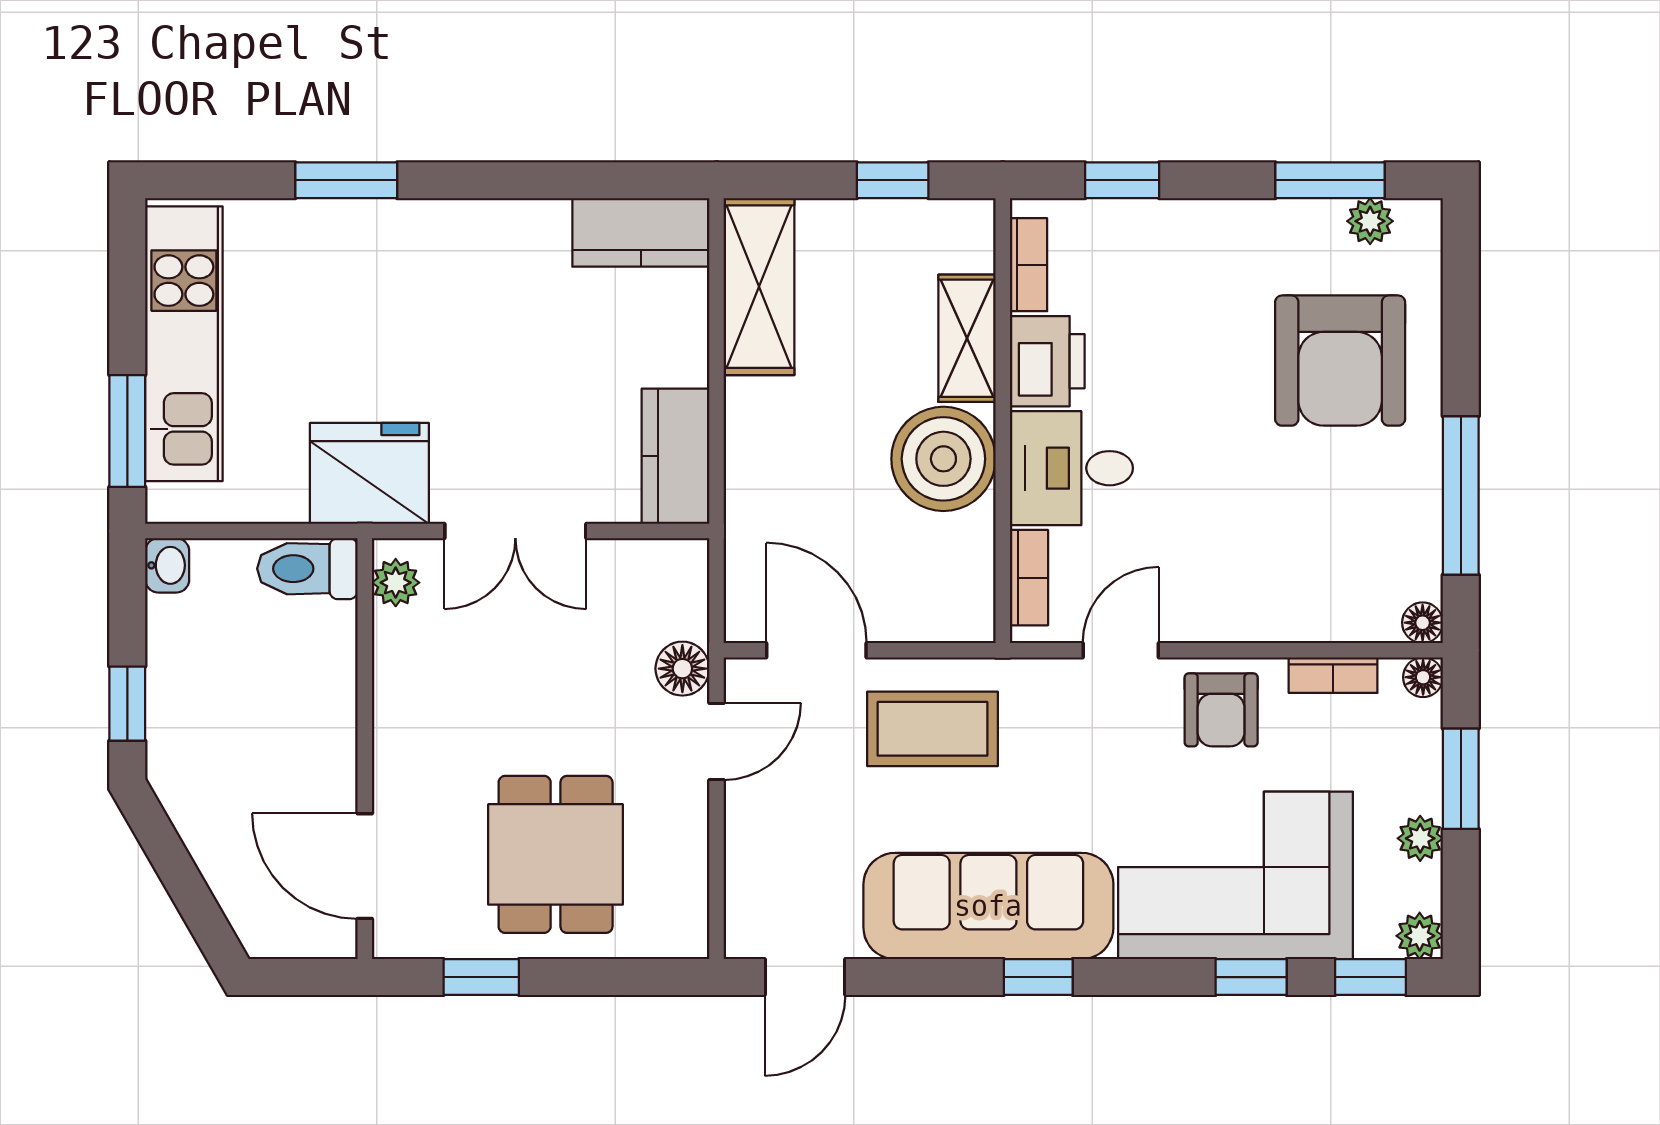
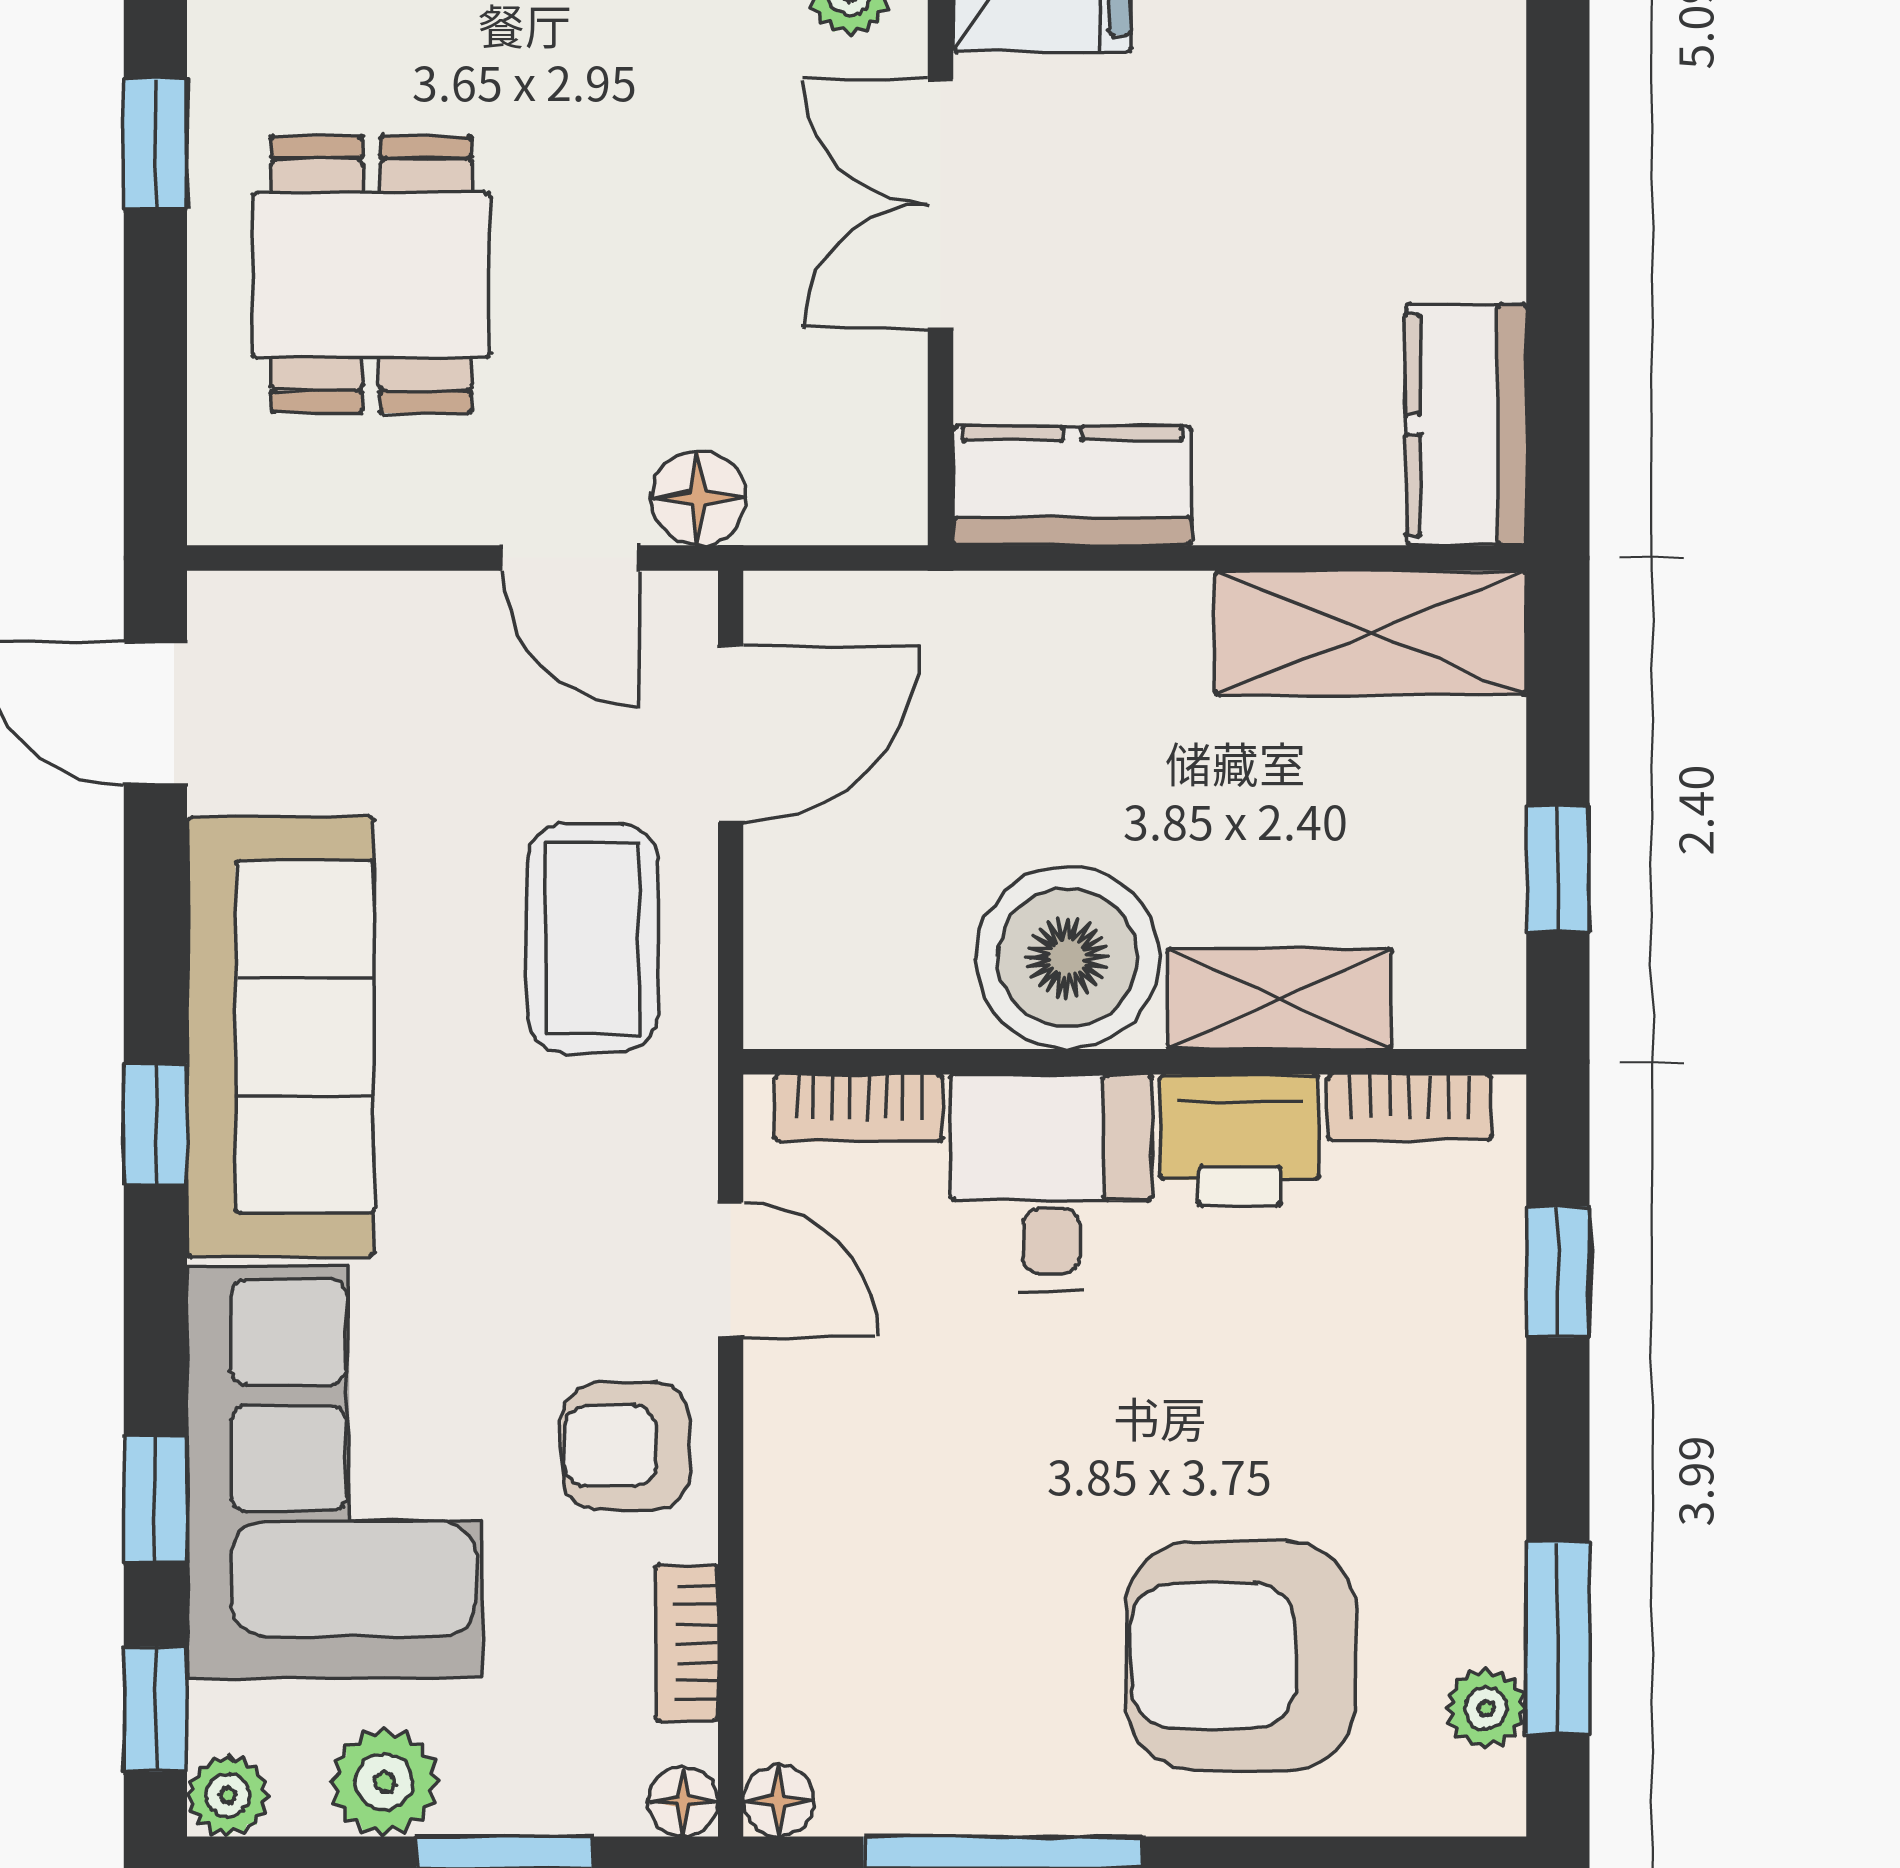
plant: (1420, 838) -> (385, 1782), width x1.38, depth x1.38
dining table: (556, 854) -> (371, 275), turned 90

